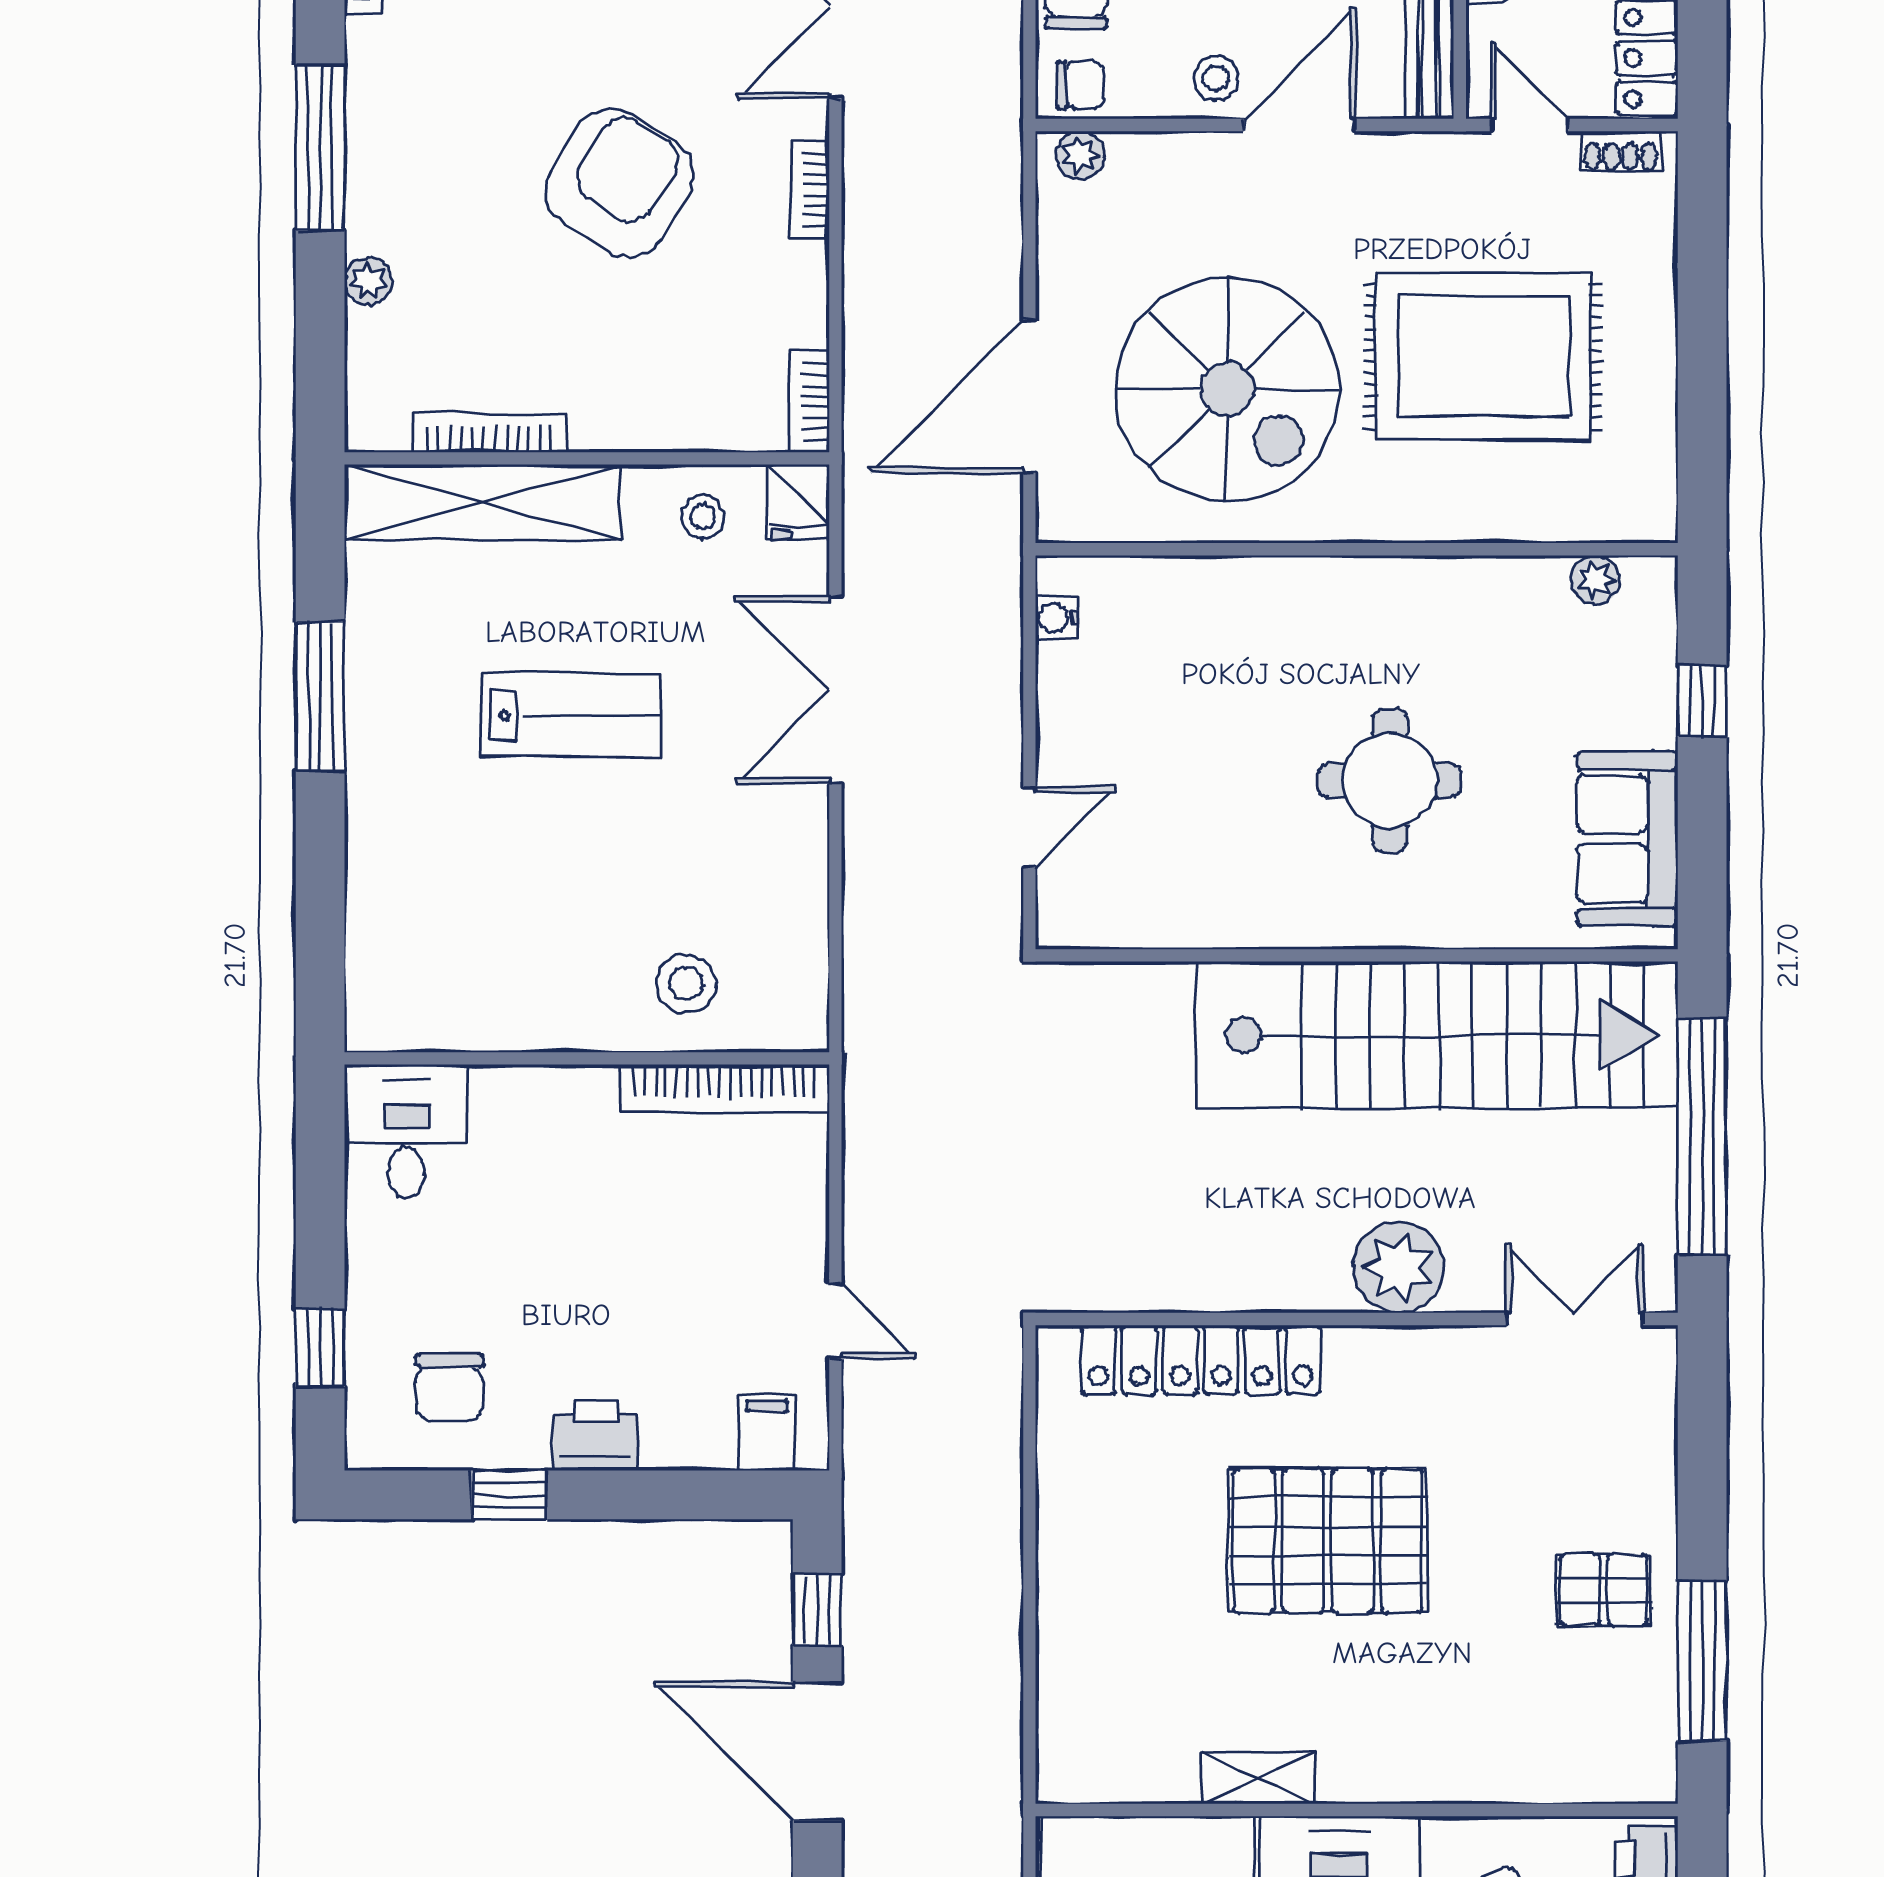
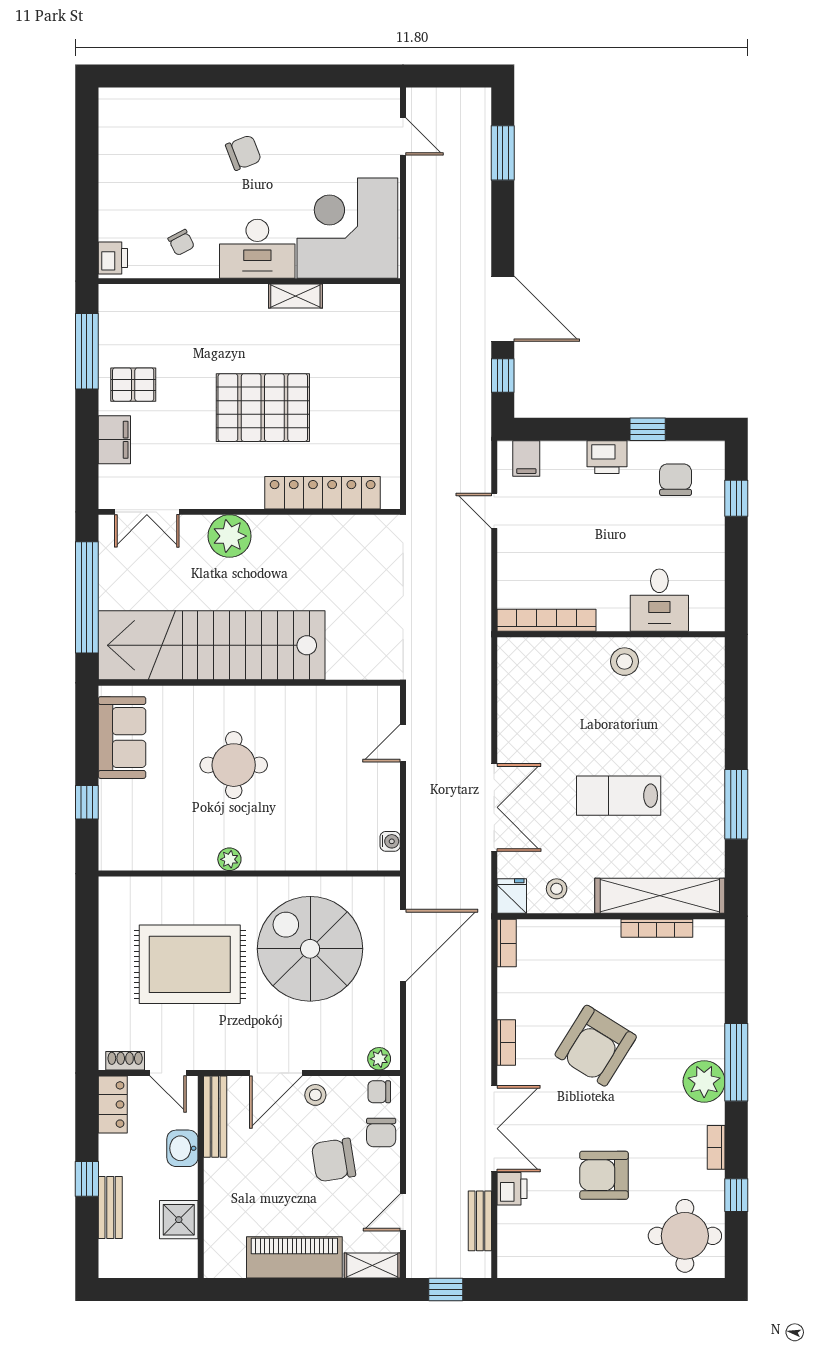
plant: (368, 281) -> (704, 1082), moved, width x1.88, depth x1.88
plant: (1595, 580) -> (229, 859), moved
stool: (686, 984) -> (625, 662), moved
desk: (406, 1131) -> (659, 600), moved
filing cabinet: (1644, 1472) -> (114, 440), added

